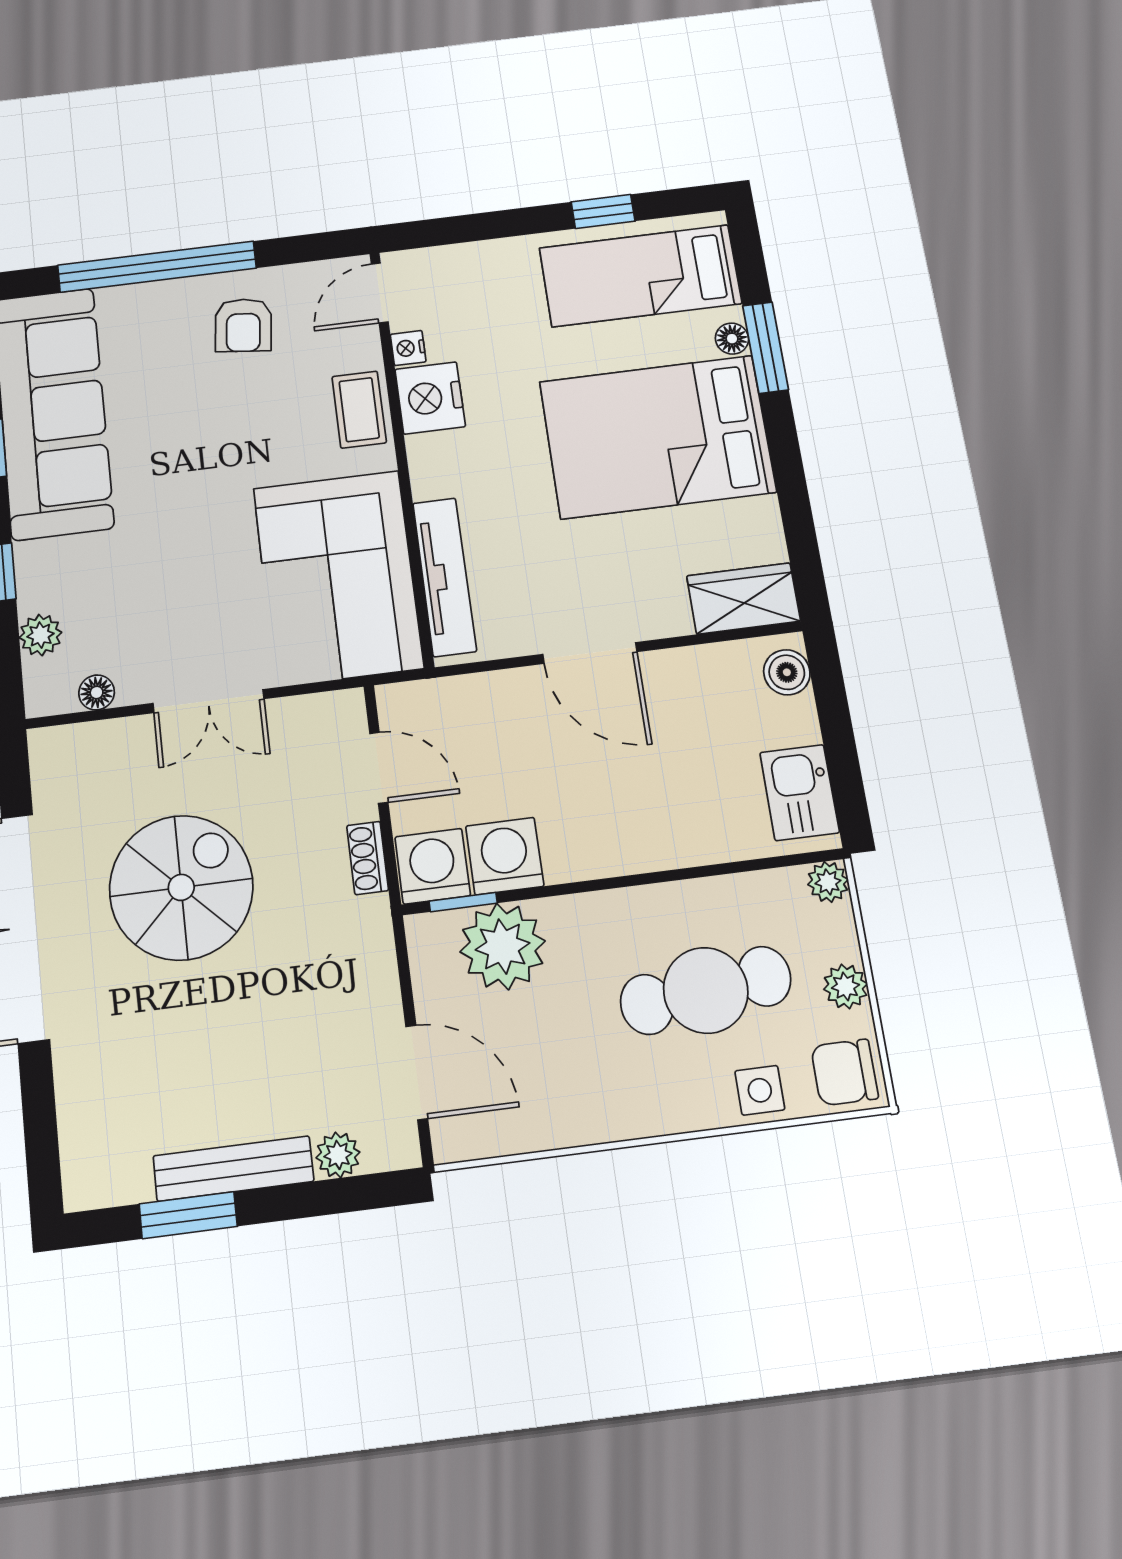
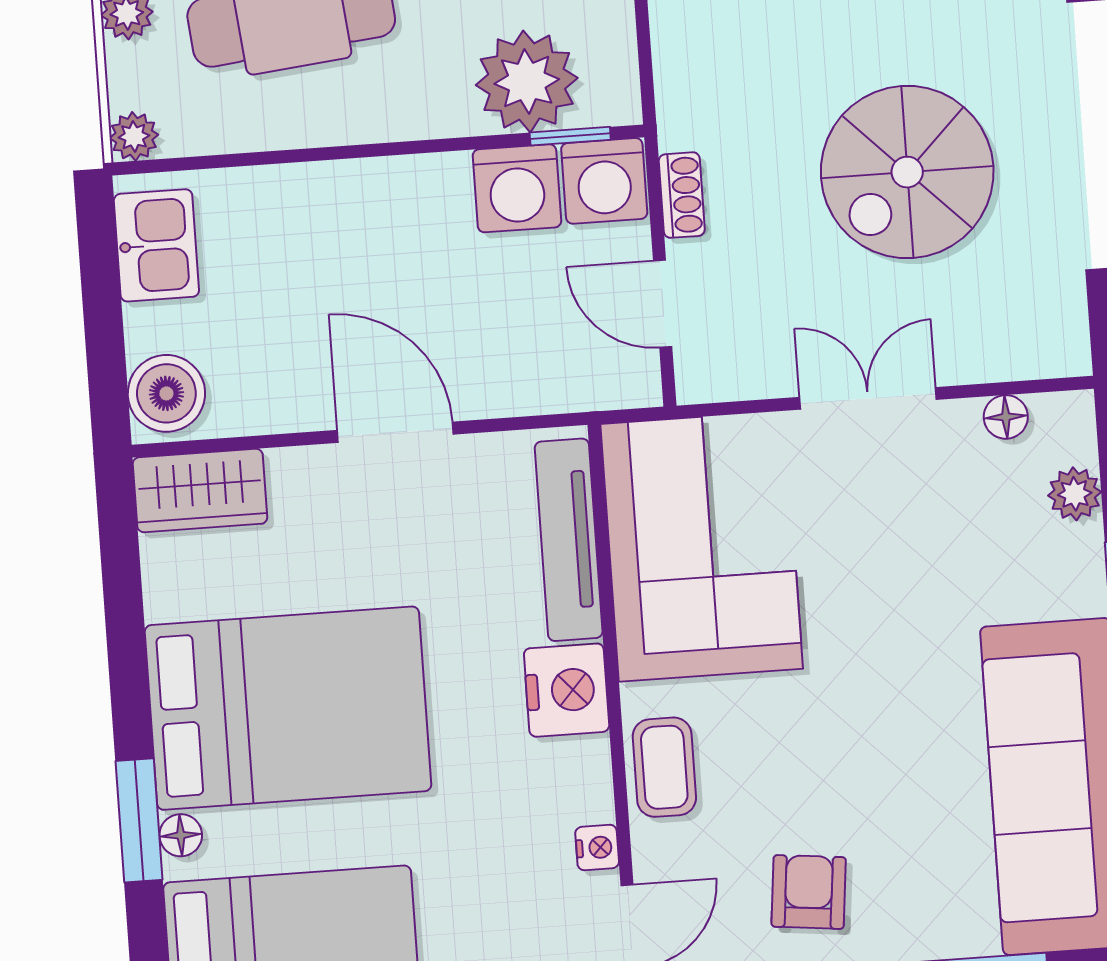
nightstand: (430, 398) -> (567, 690), moved
boiler: (787, 672) -> (166, 393), width x1.36, depth x1.36

